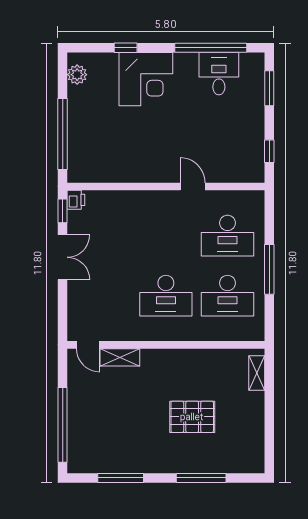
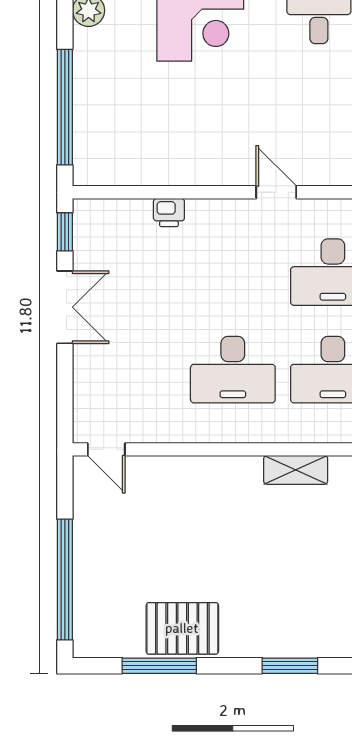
printer: (76, 200) -> (169, 212), moved, turned 90
shelving: (120, 357) -> (296, 470), moved
pallet: (192, 417) -> (182, 628), moved
window: (201, 478) -> (290, 666), width x0.69

